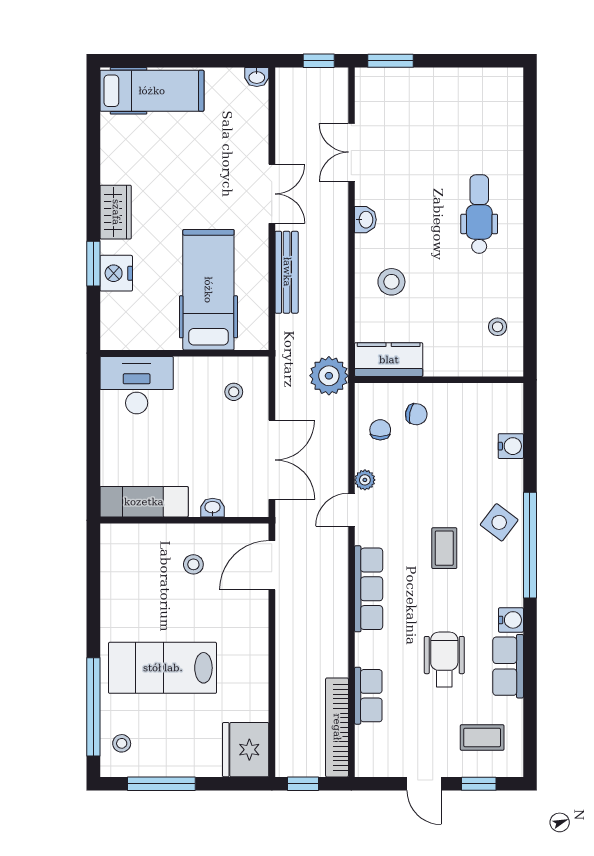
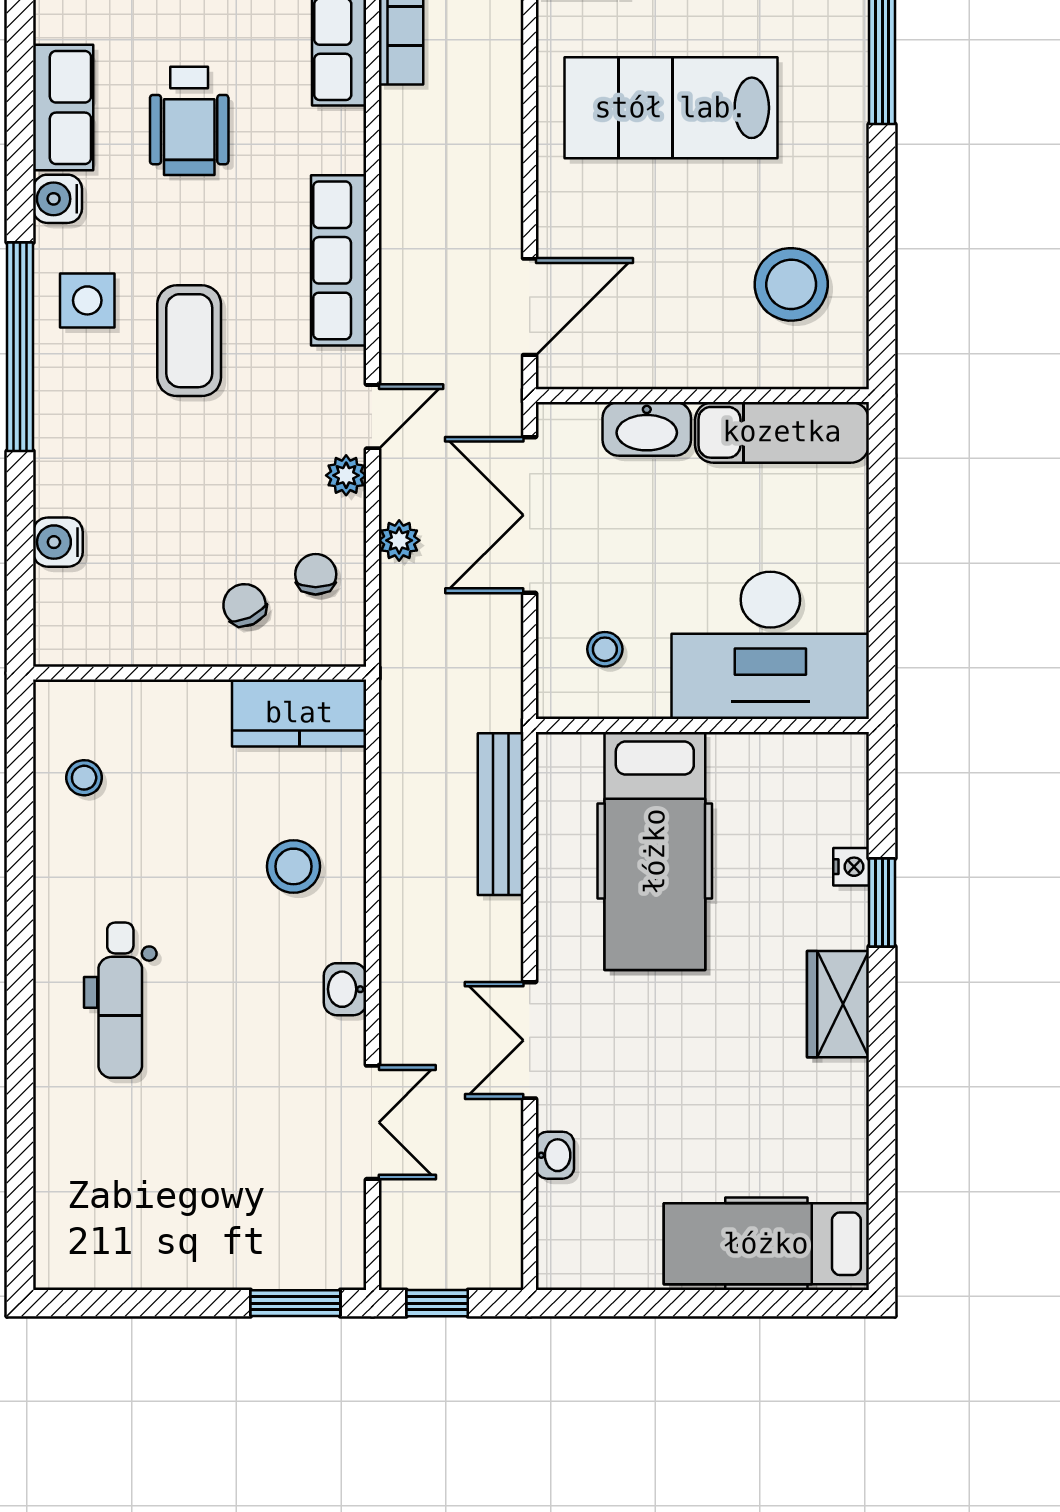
washbasin: (257, 77) -> (555, 1155), moved, turned 90
bench: (287, 272) -> (501, 814), moved
nightstand: (116, 273) -> (851, 867), width x0.53, depth x0.56
plant: (329, 376) -> (399, 540), moved, width x0.53, depth x0.53
desk: (137, 385) -> (770, 645), width x1.36, depth x1.30
chair: (416, 414) -> (245, 605), turned 54
chair: (380, 430) -> (316, 574), turned 180
washbasin: (213, 508) -> (647, 429), width x1.91, depth x1.45
side table: (499, 522) -> (87, 300), moved, turned -37
coffee table: (444, 548) -> (189, 341), width x1.36, depth x1.30
stool: (193, 564) -> (791, 284), moved, width x1.89, depth x1.89
lab bench: (163, 668) -> (671, 108), moved, turned 180

